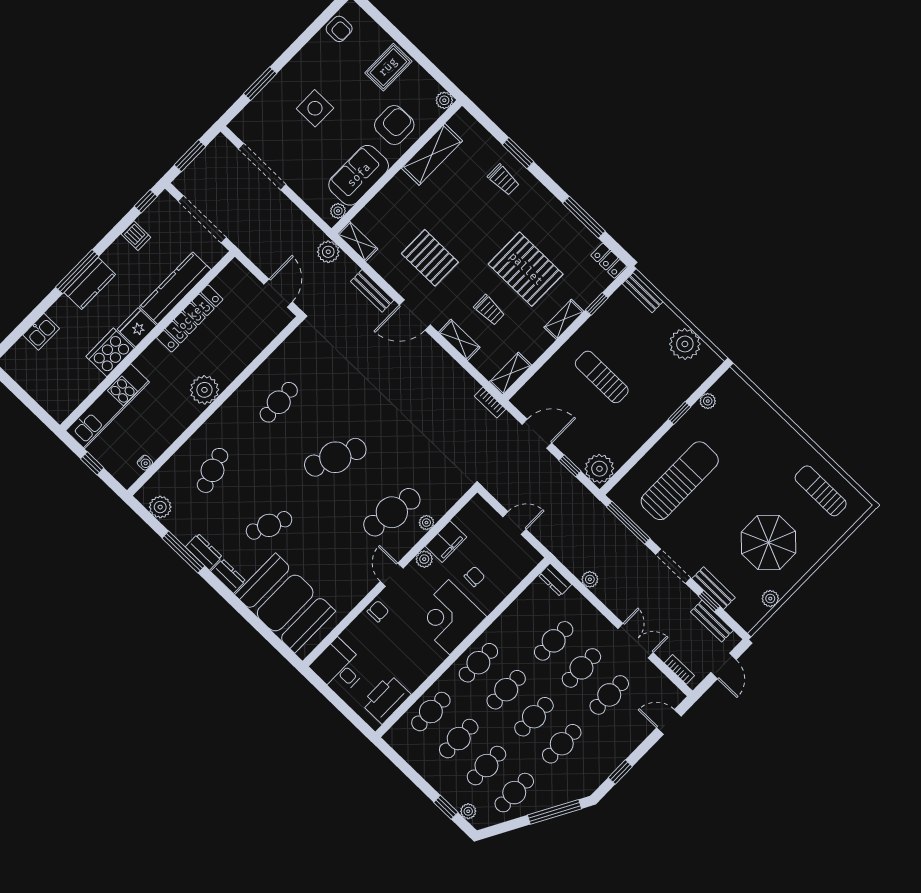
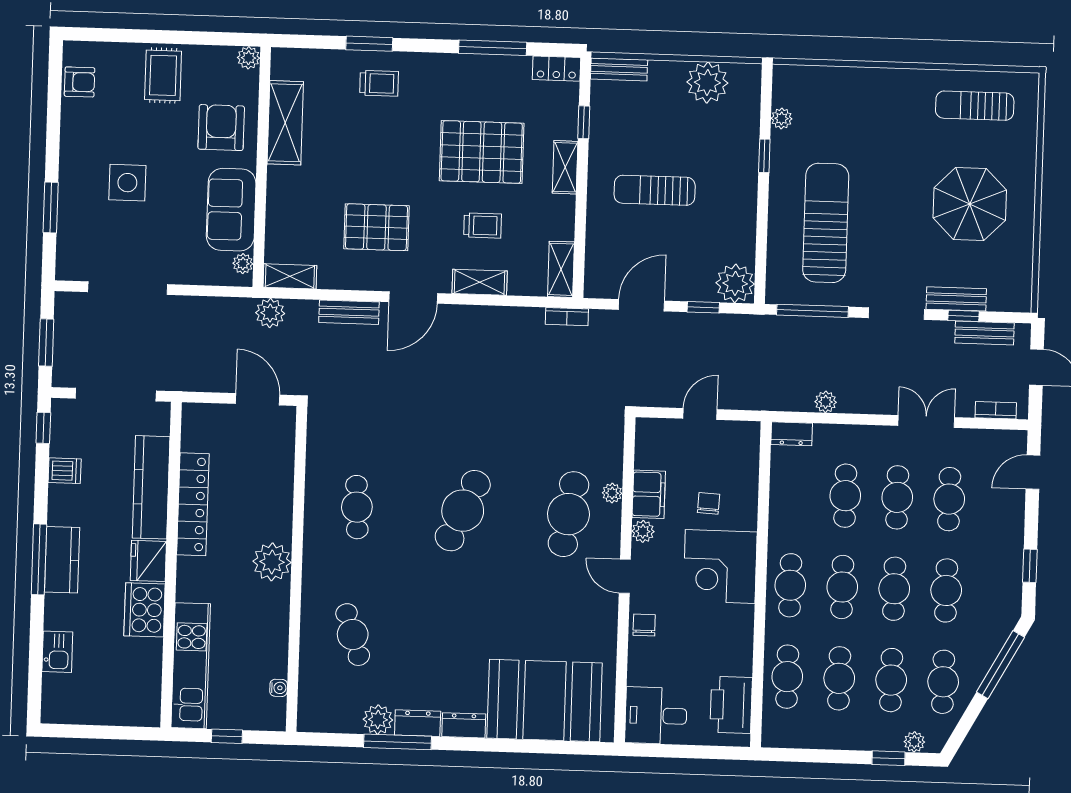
plant: (160, 507) -> (378, 720), moved
cafe table: (269, 525) -> (458, 638), removed
plant: (770, 599) -> (1022, 258), removed

